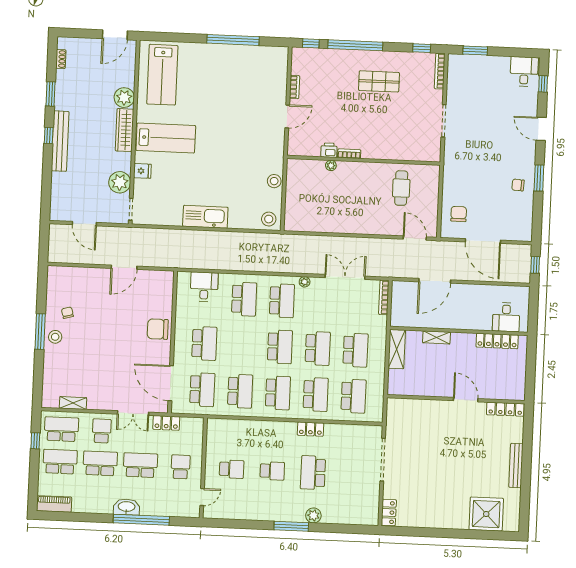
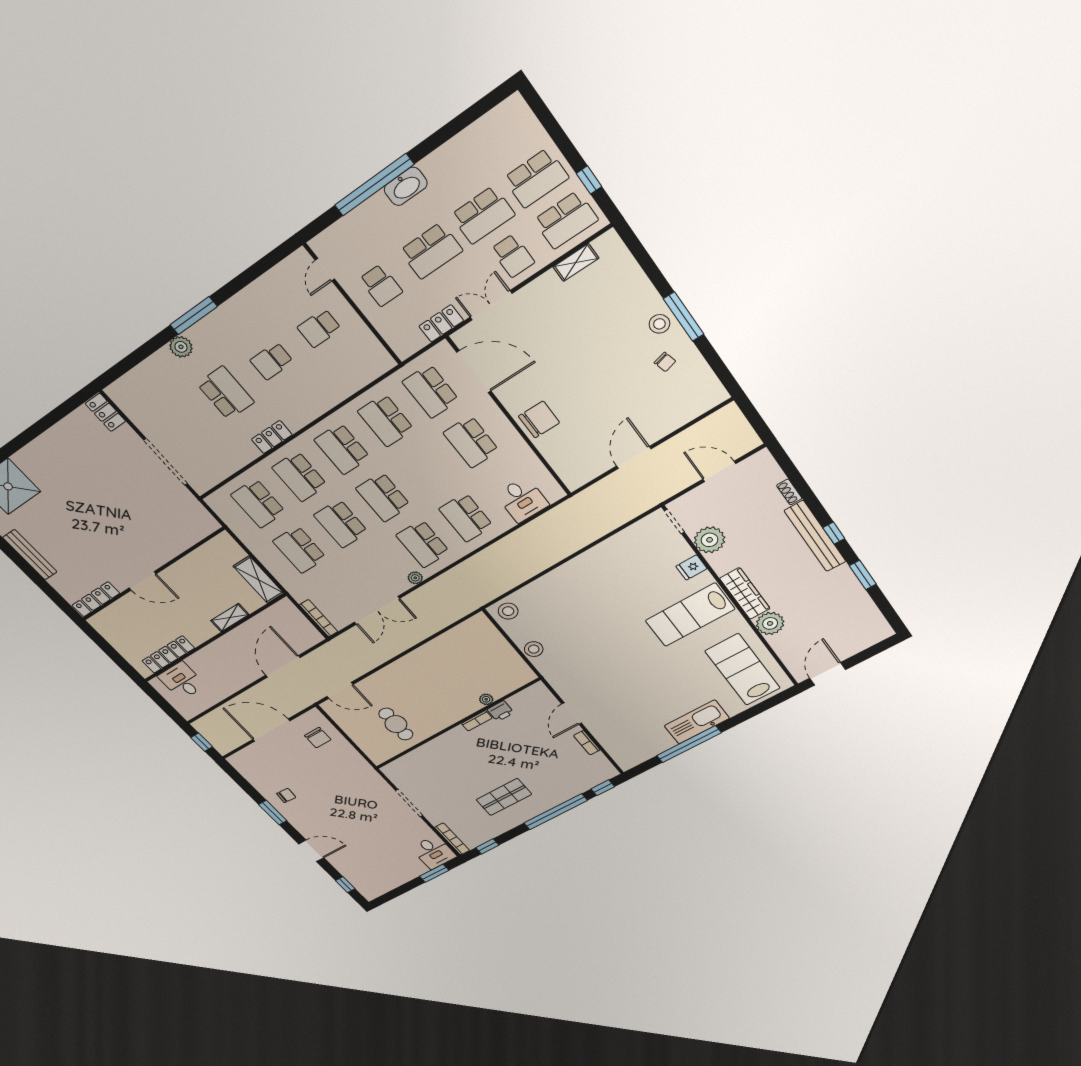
shoe rack: (61, 59) -> (789, 492), moved
desk: (524, 72) -> (434, 852), moved
kitchen sink: (205, 217) -> (697, 722), moved, turned 180
piano: (54, 504) -> (501, 117), removed

